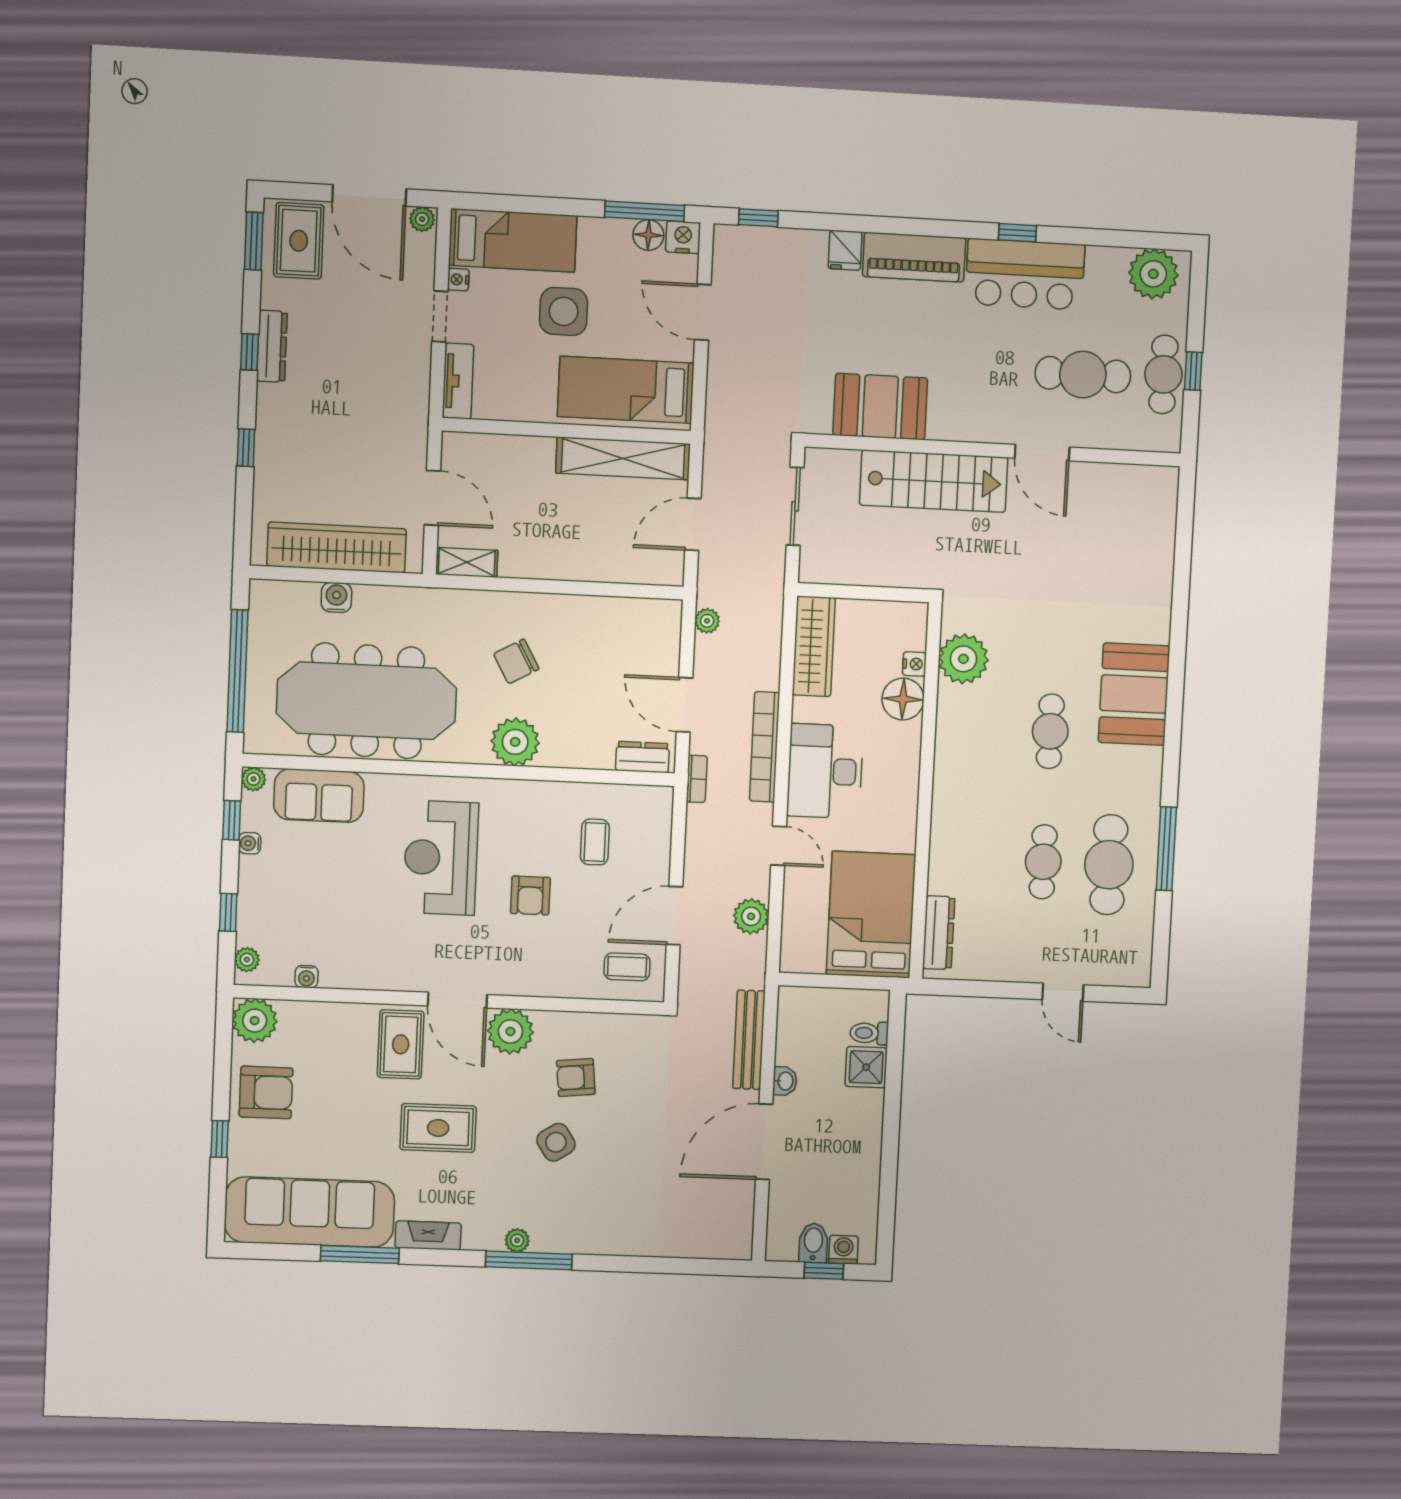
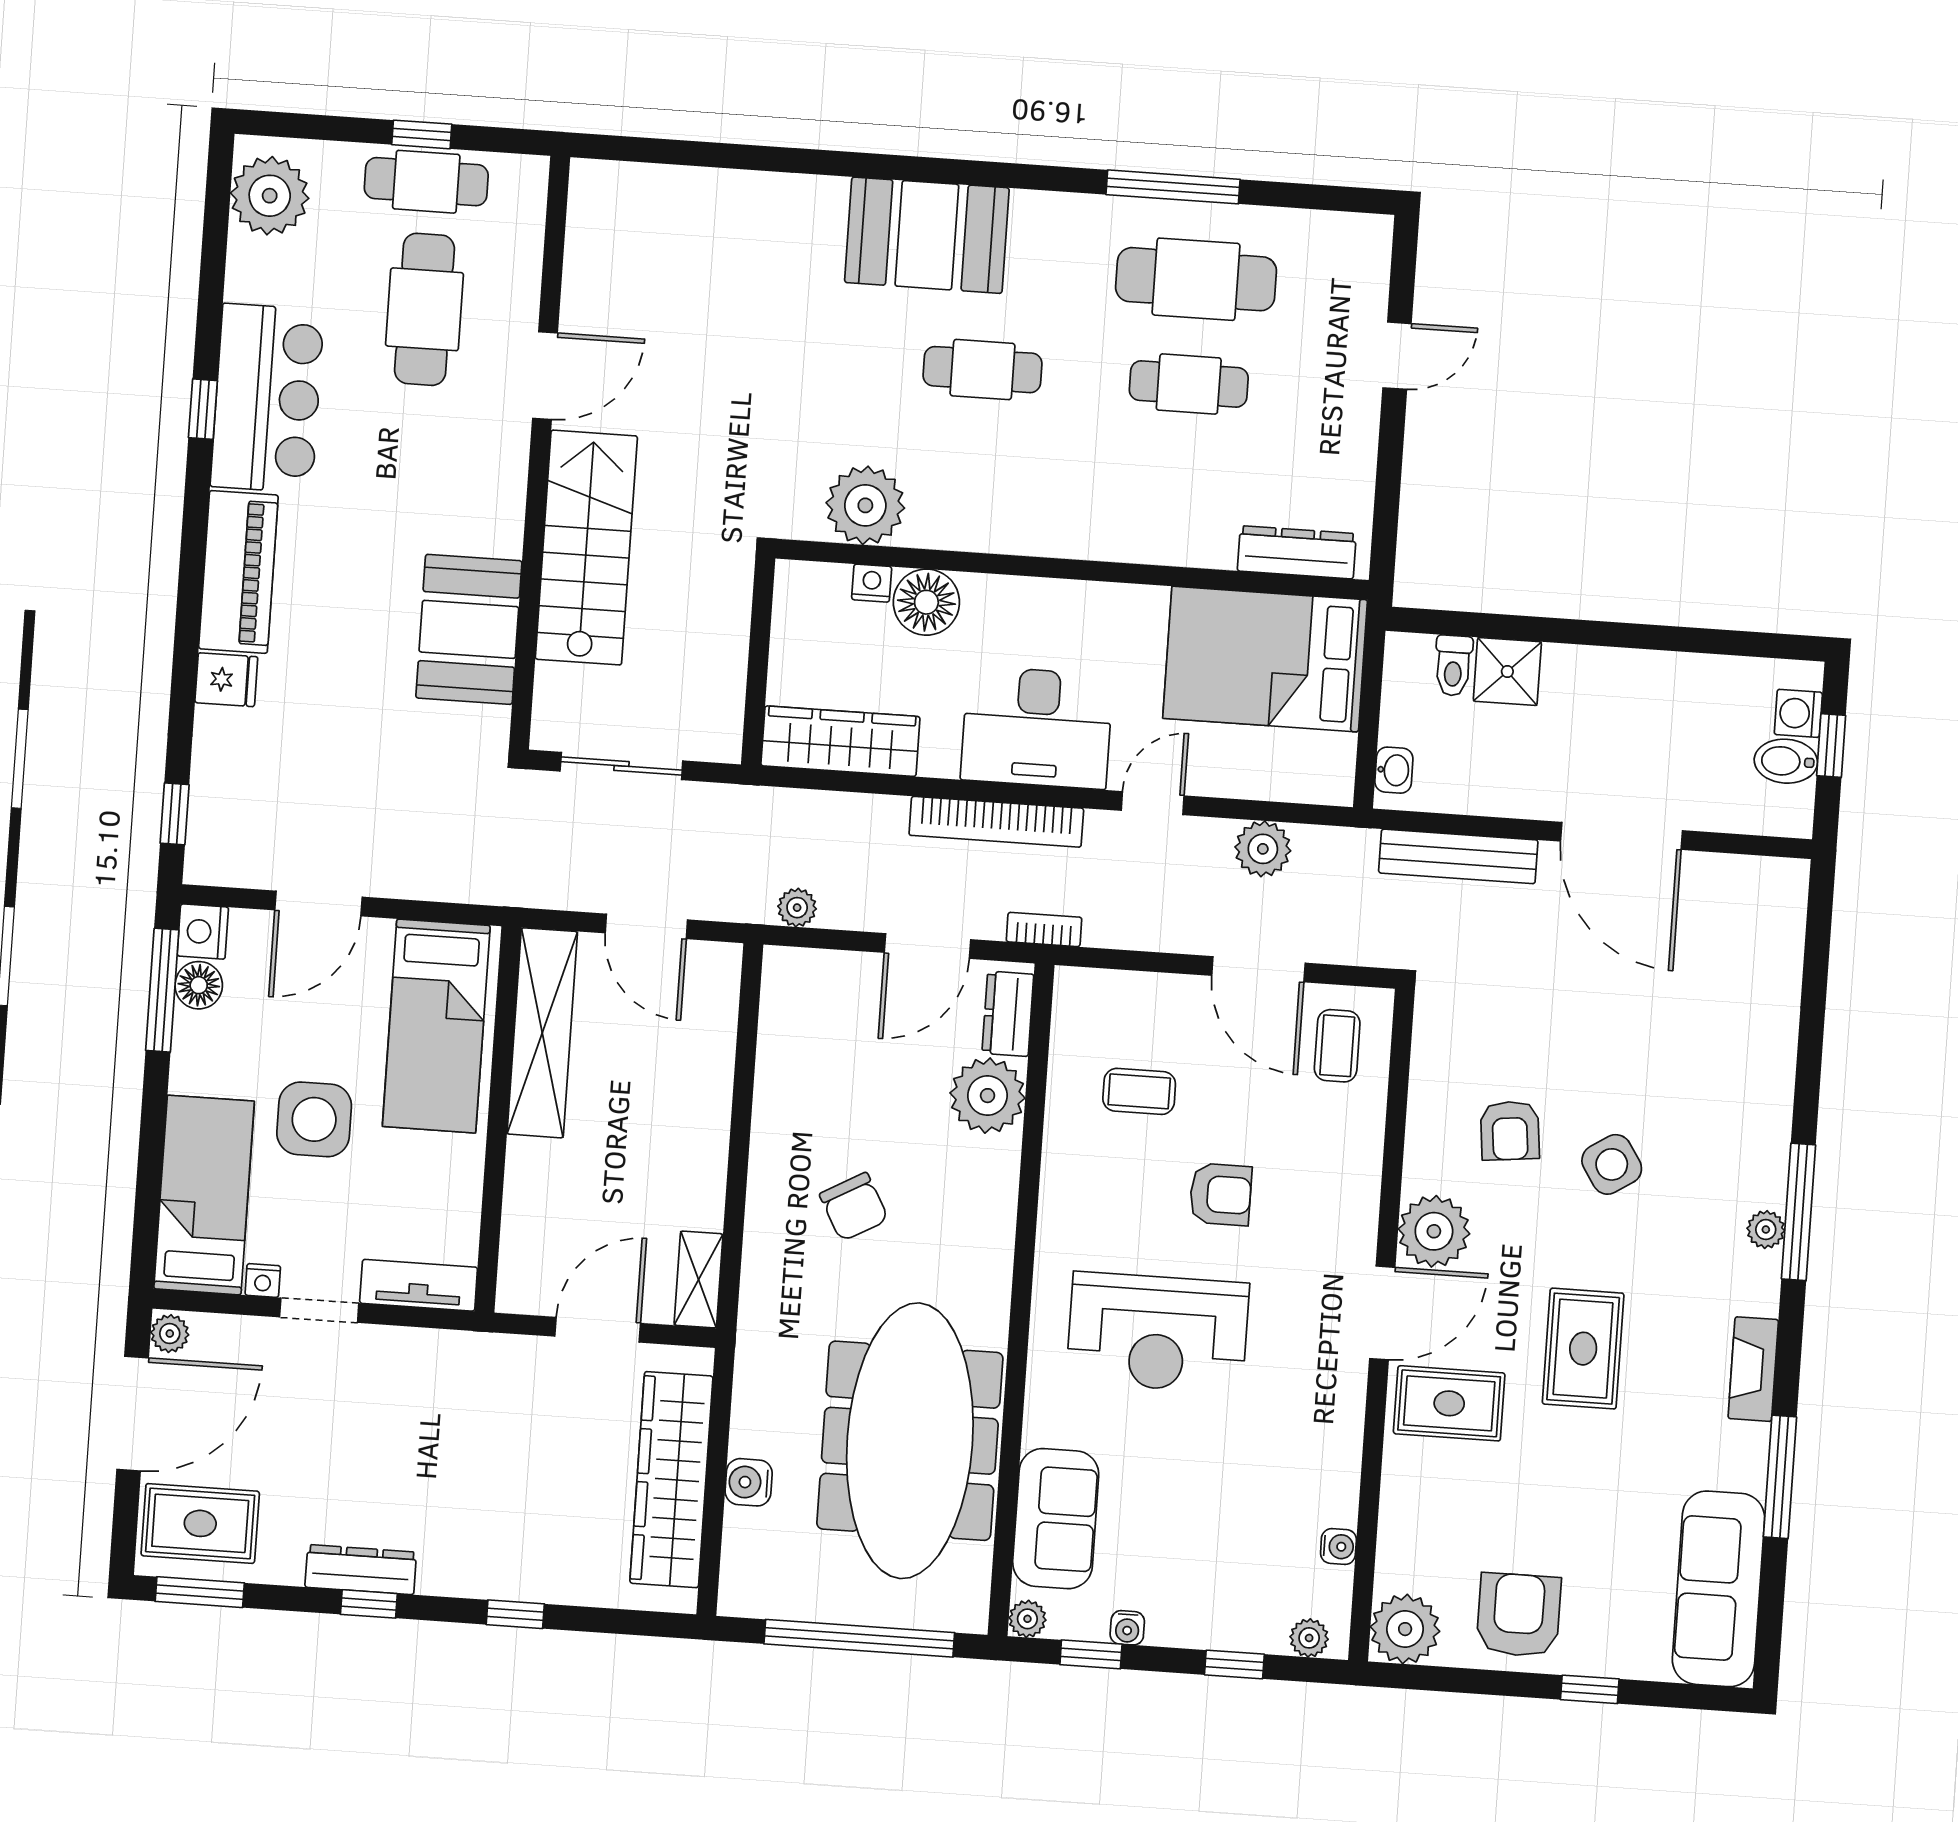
plant: (515, 742) -> (988, 1096), moved
washbasin: (785, 1081) -> (1394, 770), moved, turned 90
sofa: (309, 1212) -> (1719, 1589), width x0.74, depth x0.79

